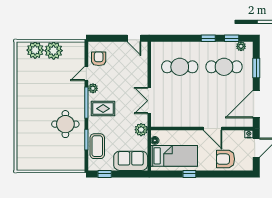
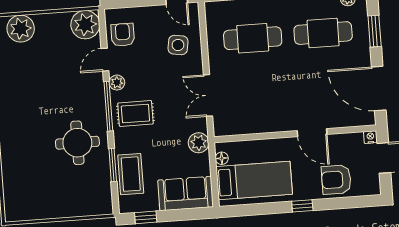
plant: (54, 51) -> (85, 25), moved
side table: (133, 68) -> (178, 45), added
door: (256, 104) -> (379, 89), hinge flipped
window: (189, 174) -> (302, 206), moved

